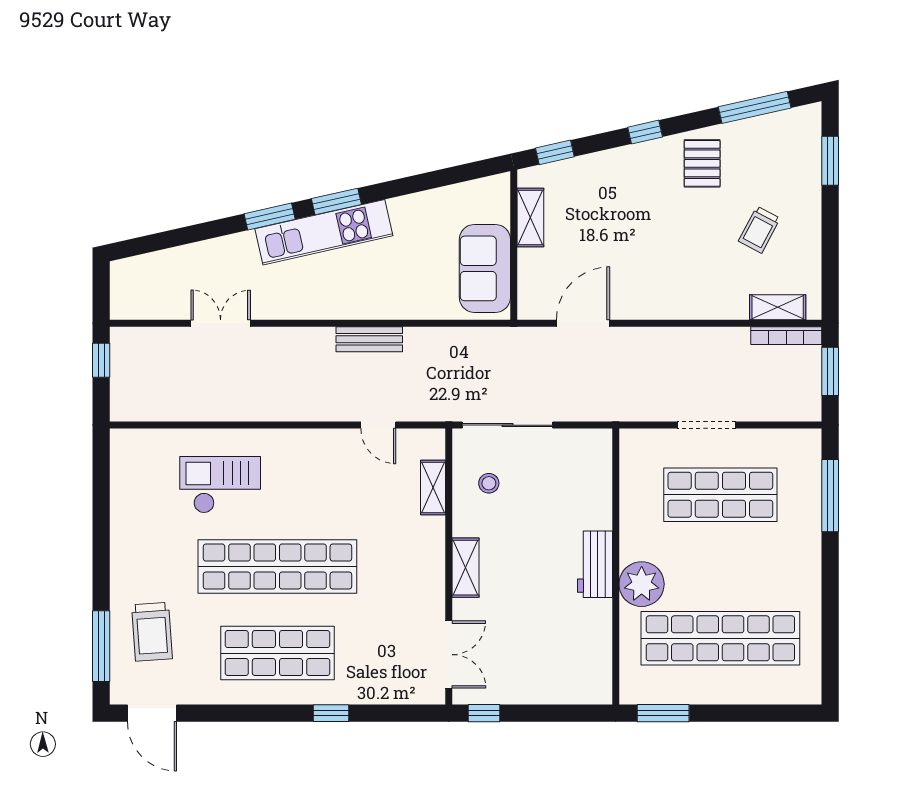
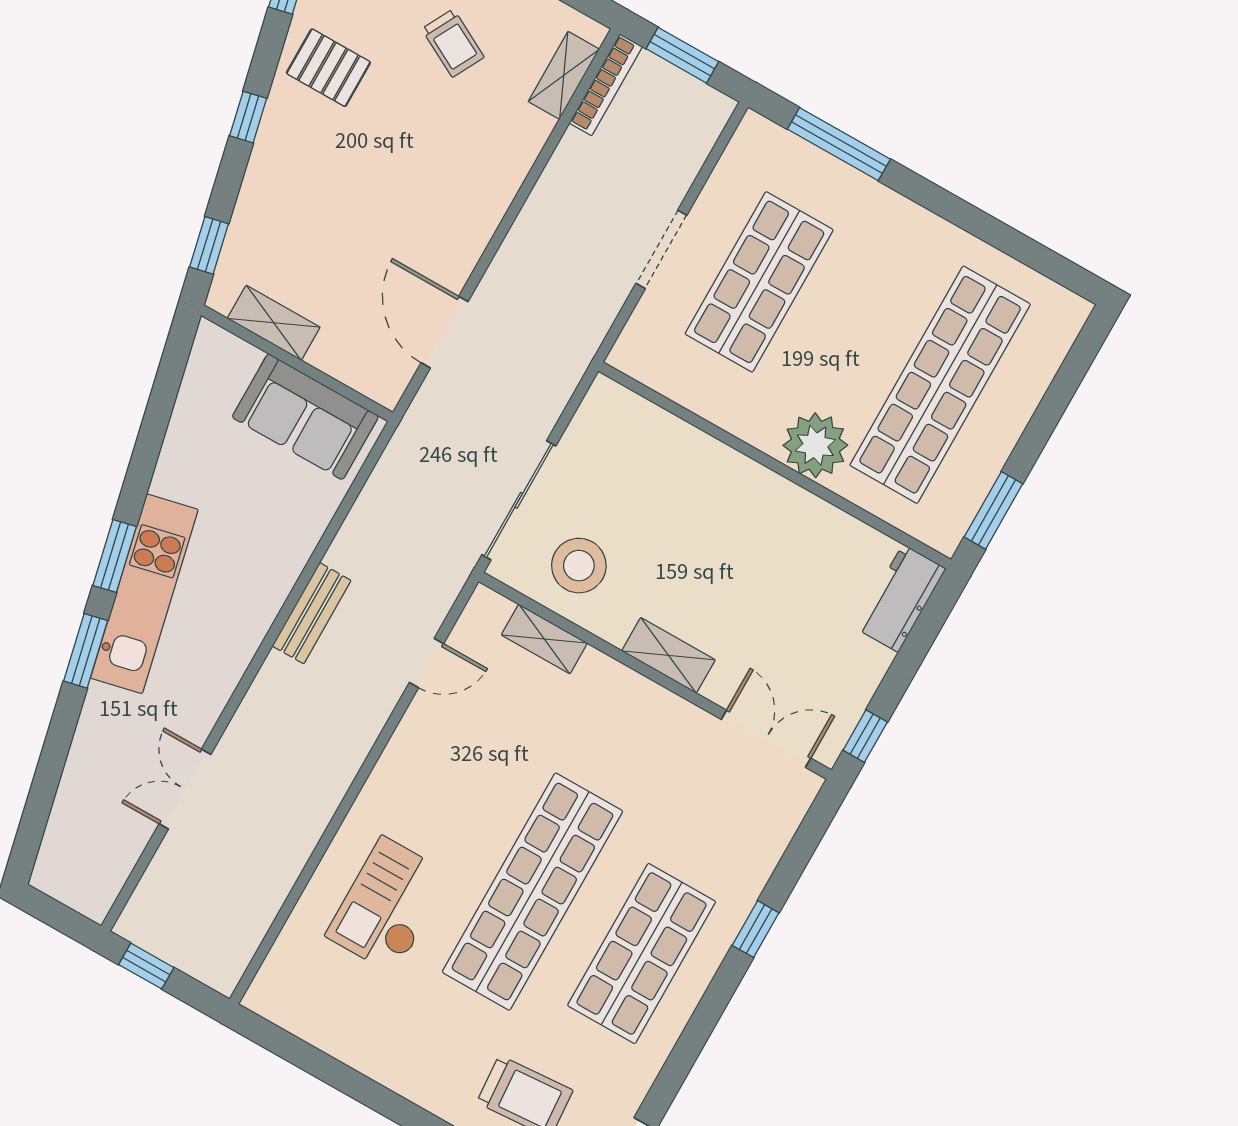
stool: (489, 483) -> (579, 566), width x1.89, depth x1.89
workbench: (595, 564) -> (901, 598), moved, turned 90

